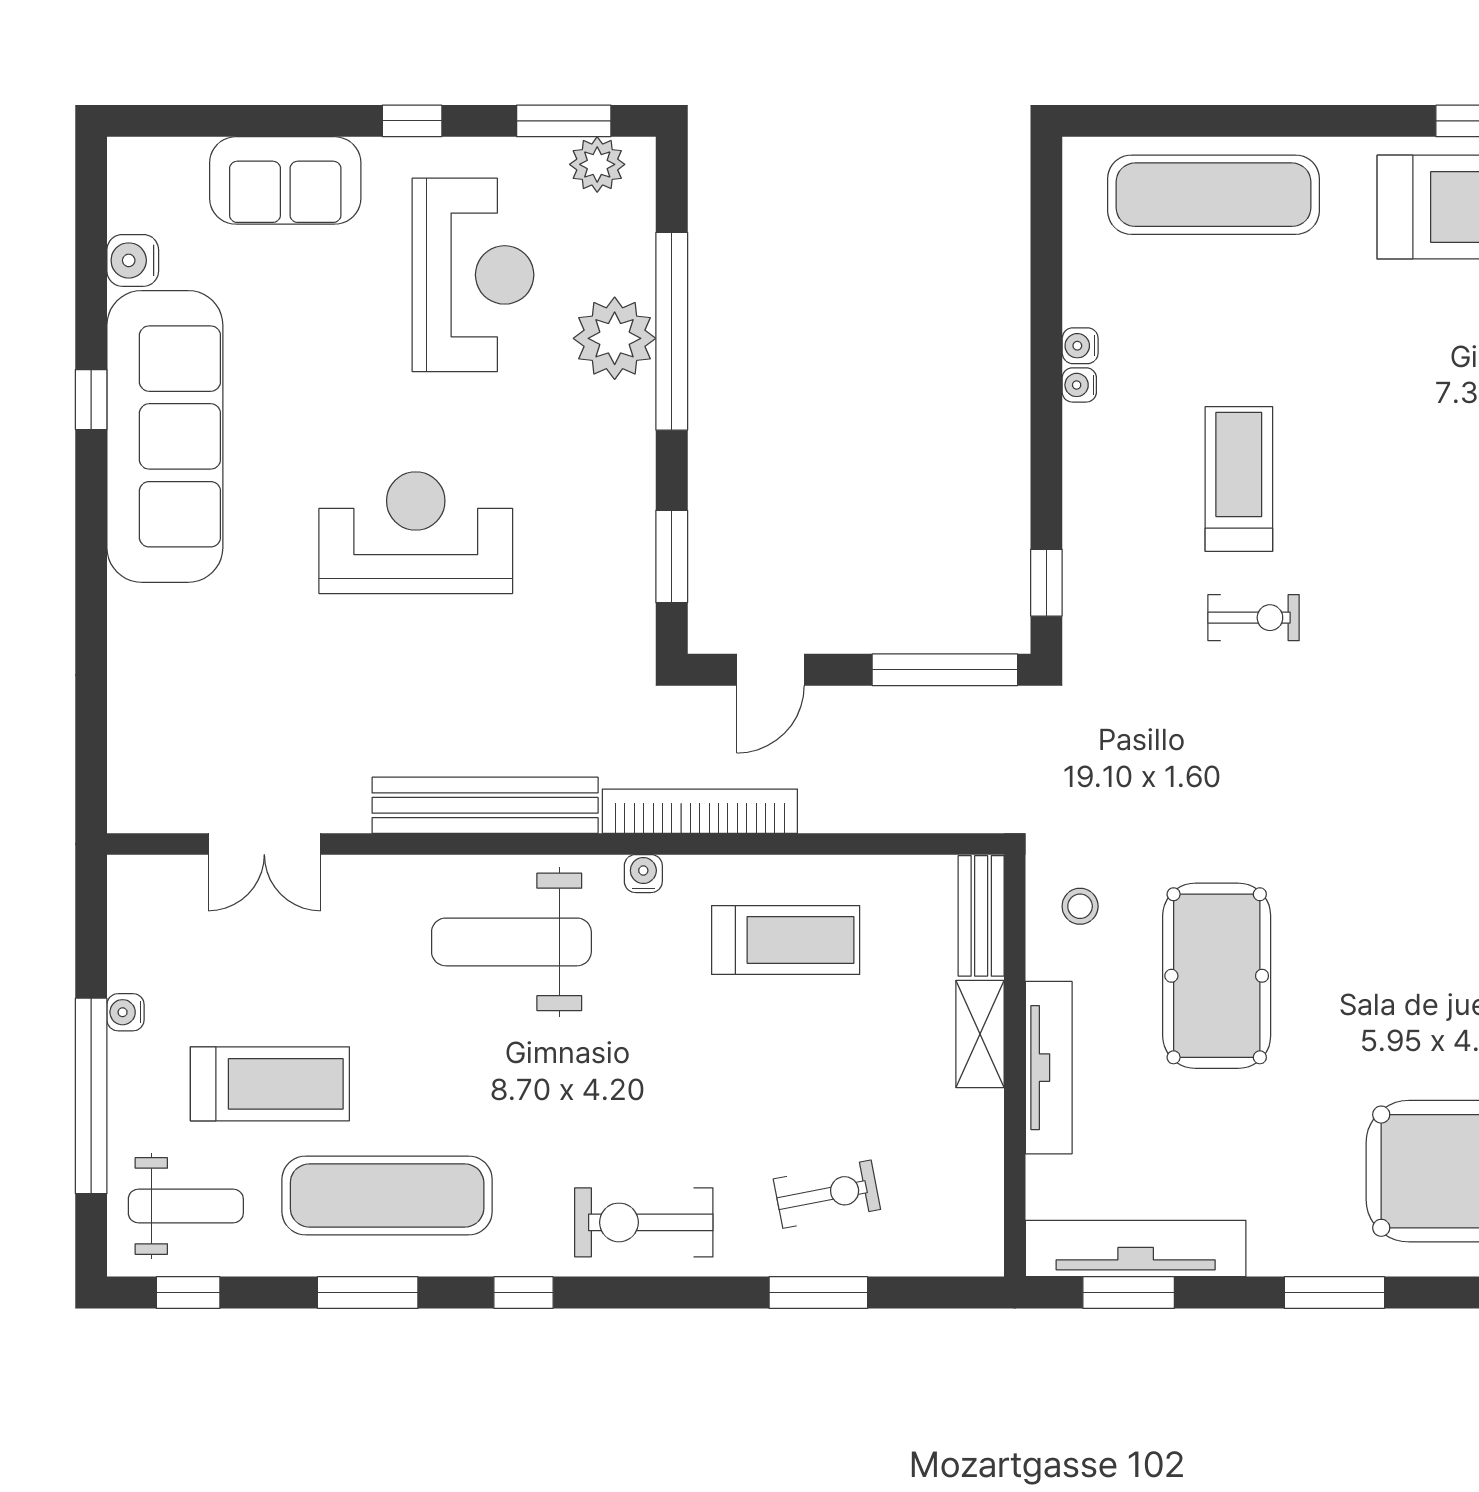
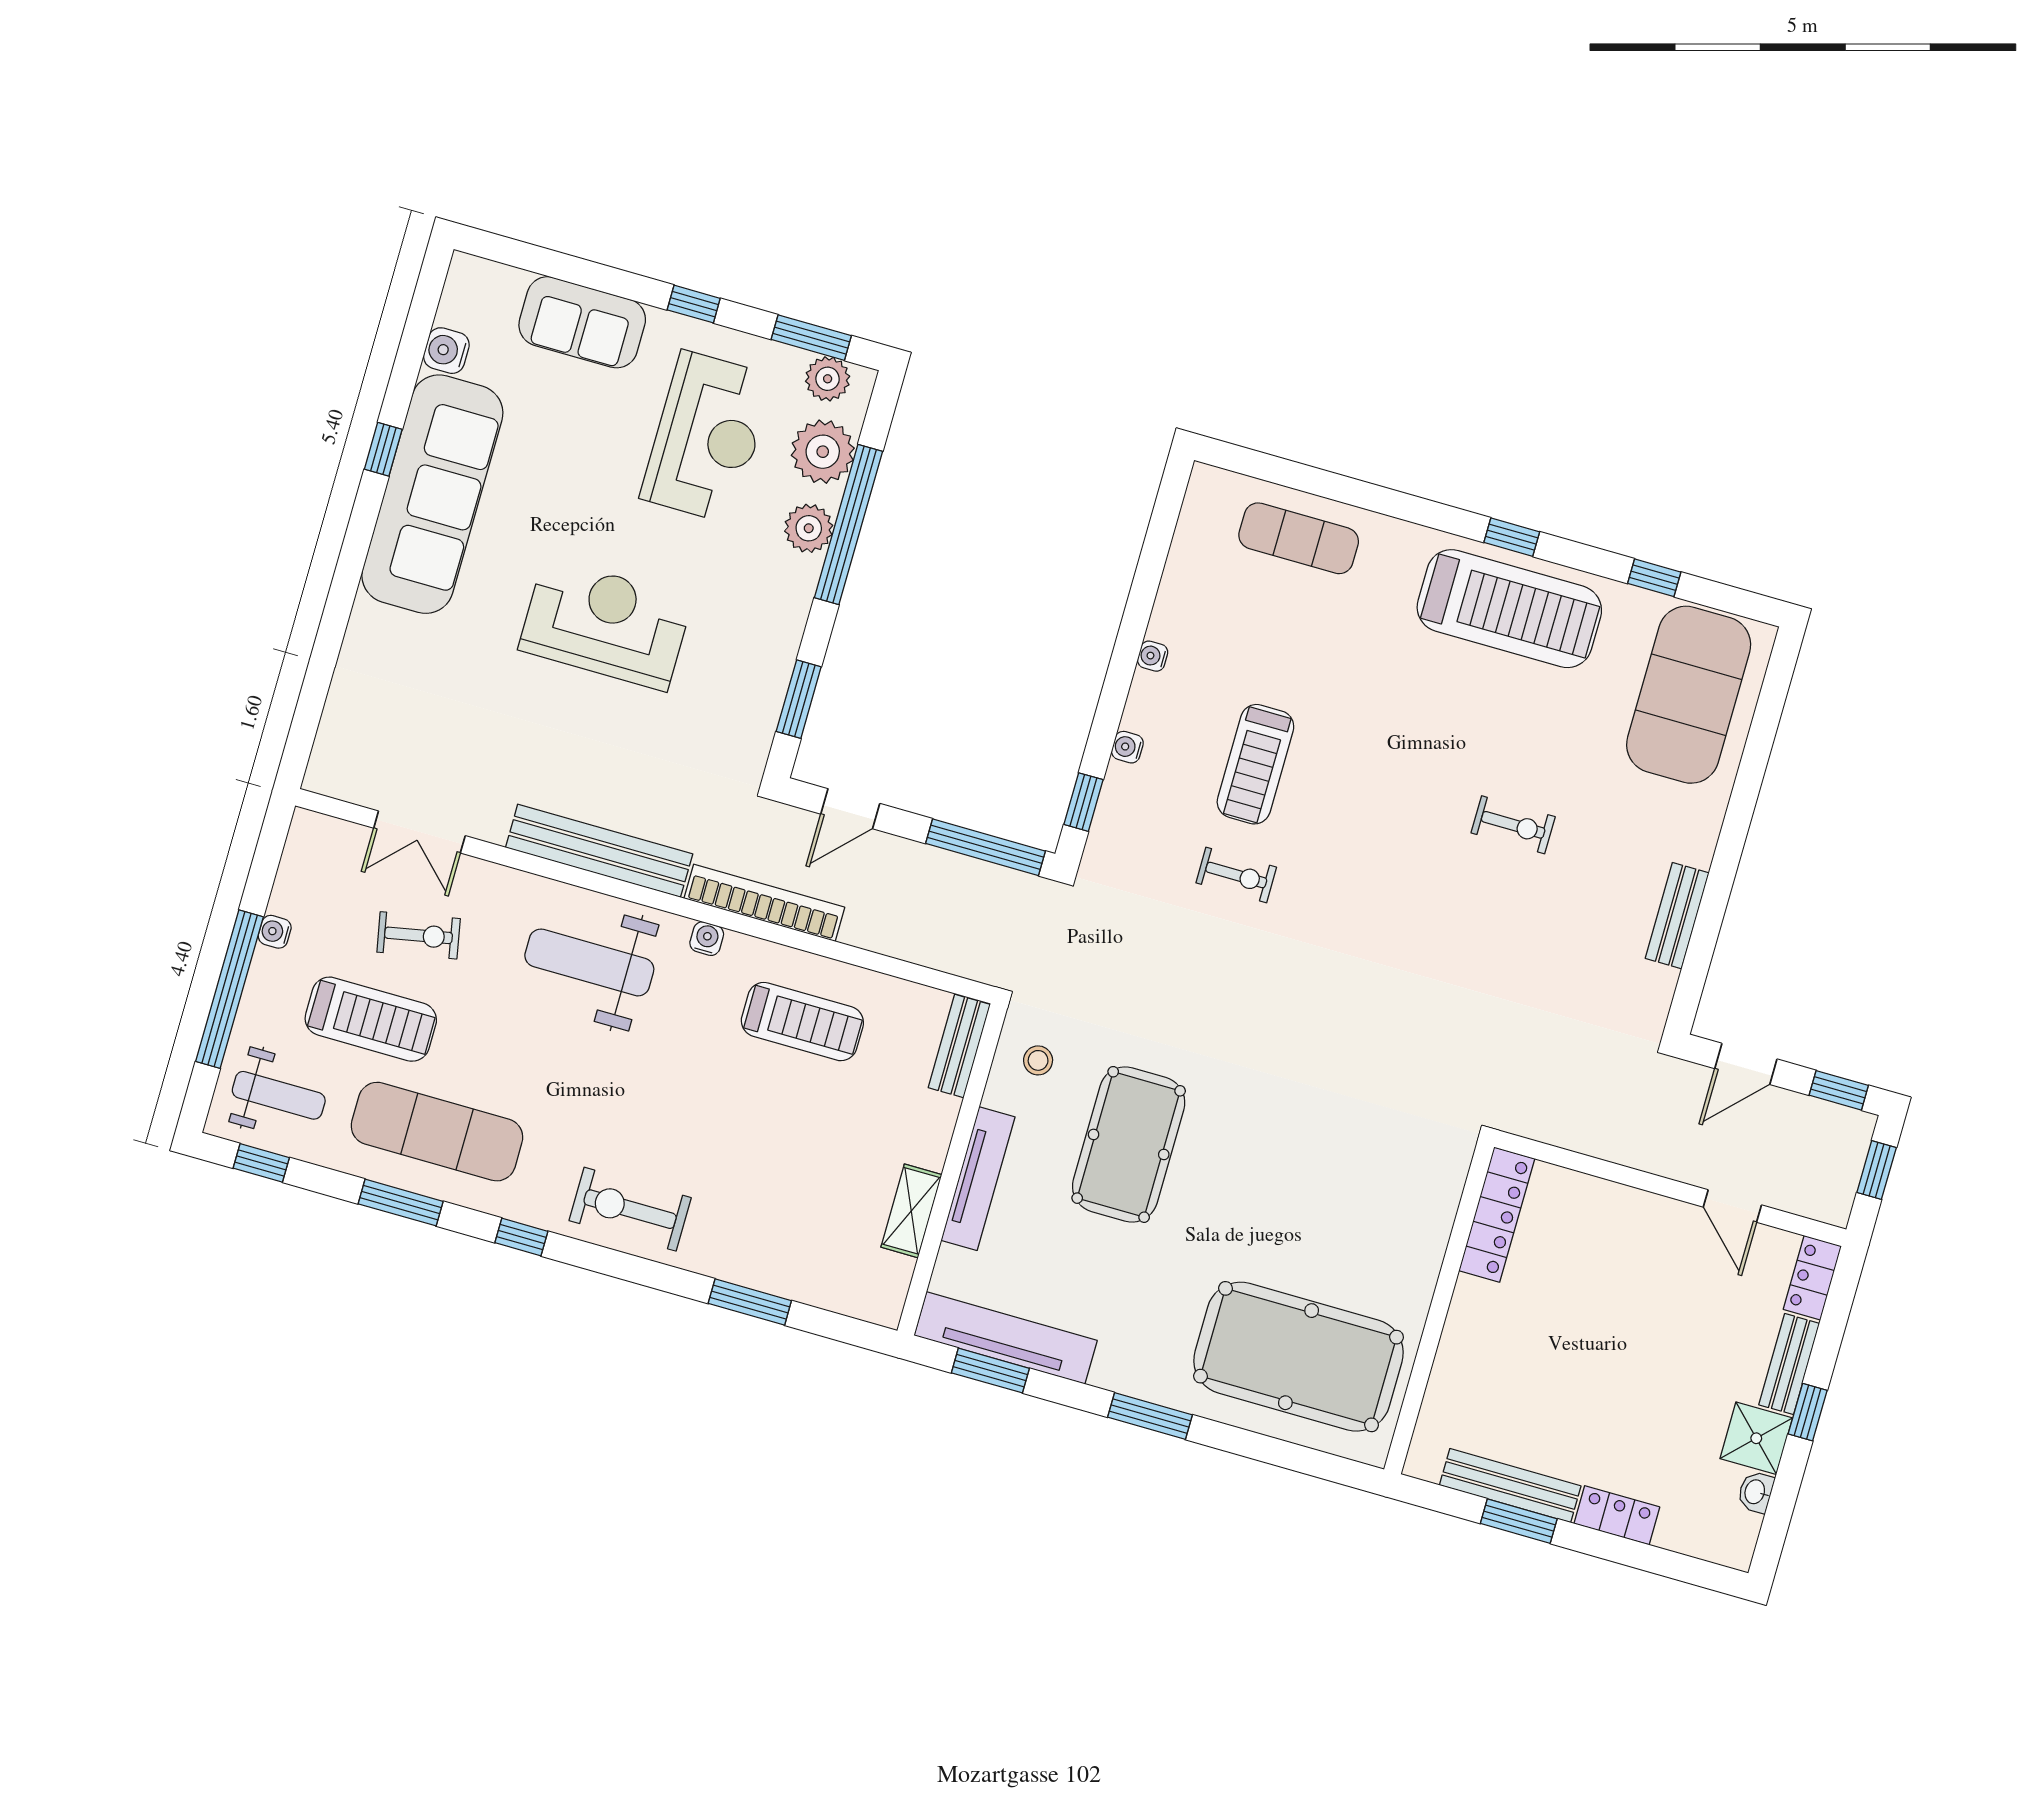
exercise mat: (1213, 195) -> (1299, 538), width x0.73, depth x0.69
plant: (616, 253) -> (823, 452), added
plant: (615, 338) -> (809, 528), width x0.73, depth x0.73
water cooler: (1080, 346) -> (1127, 747), moved
treadmill: (1239, 479) -> (1255, 764), turned 180
shelving: (980, 1034) -> (911, 1211), moved
exercise bike: (827, 1194) -> (419, 935), moved

